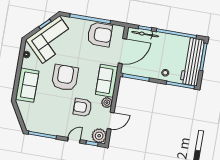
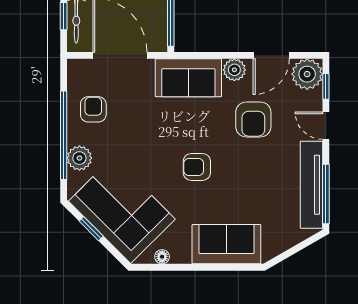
plant: (78, 24) -> (79, 158), added
armchair: (100, 34) -> (93, 109), width x0.53, depth x0.53
armchair: (65, 78) -> (197, 167), width x0.53, depth x0.53
door: (111, 121) -> (271, 55), swing flipped
tv unit: (48, 129) -> (311, 185), added

